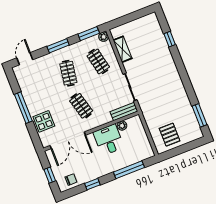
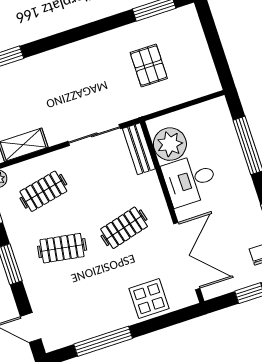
window: (23, 108) -> (103, 341), moved
plant: (122, 126) -> (170, 144), width x1.87, depth x1.87
pallet: (170, 135) -> (149, 66), moved, turned 90

